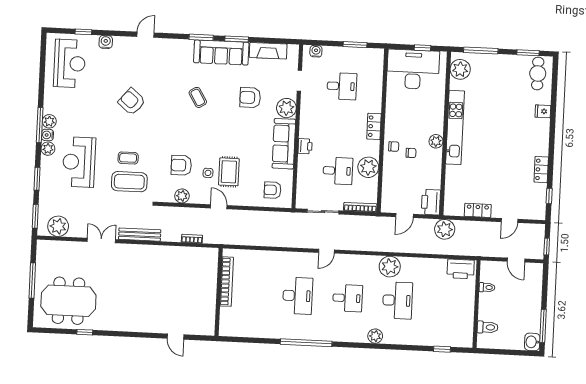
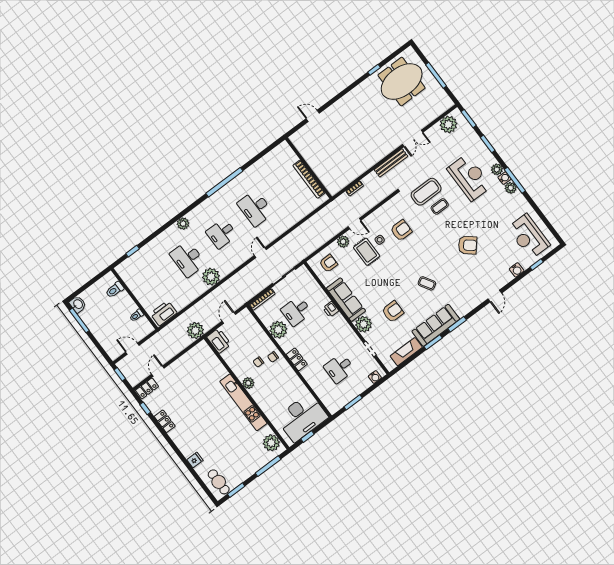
plant: (182, 196) -> (343, 242), moved
locker: (478, 210) -> (147, 388), moved

